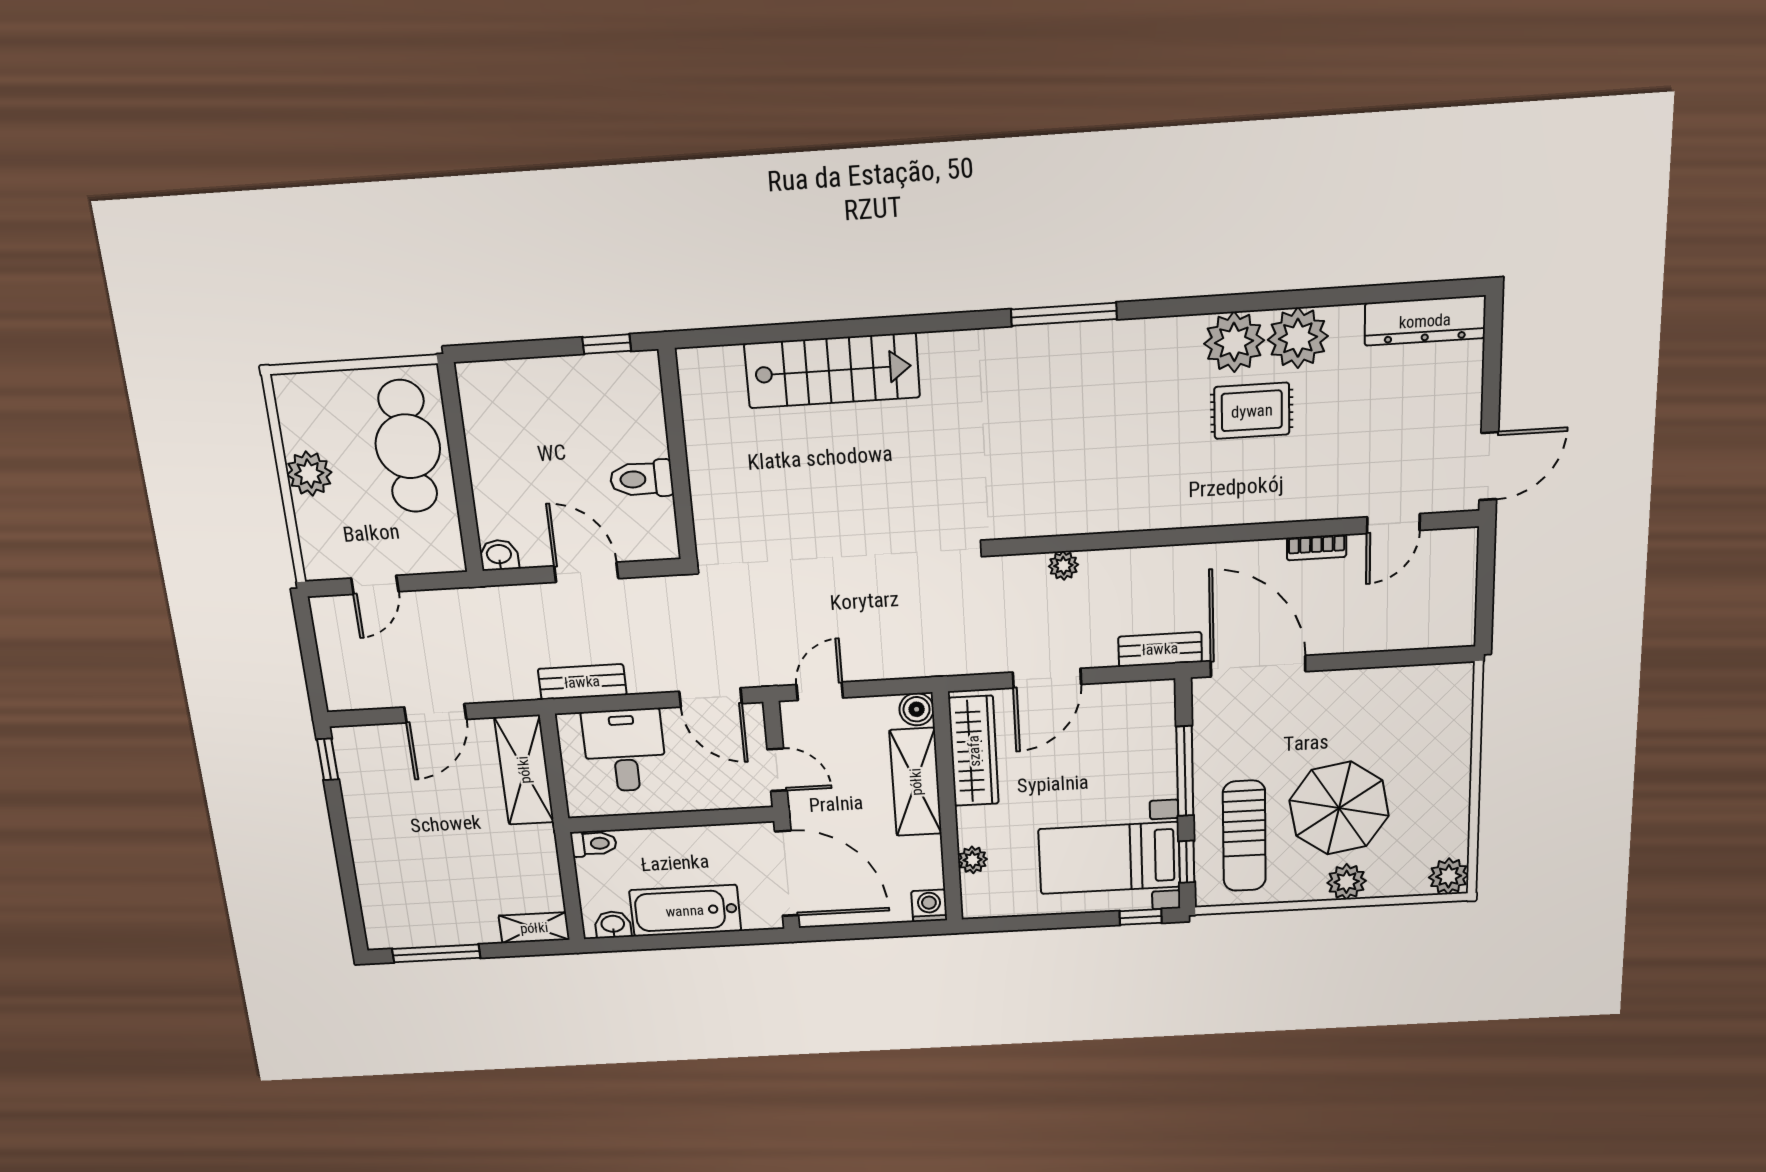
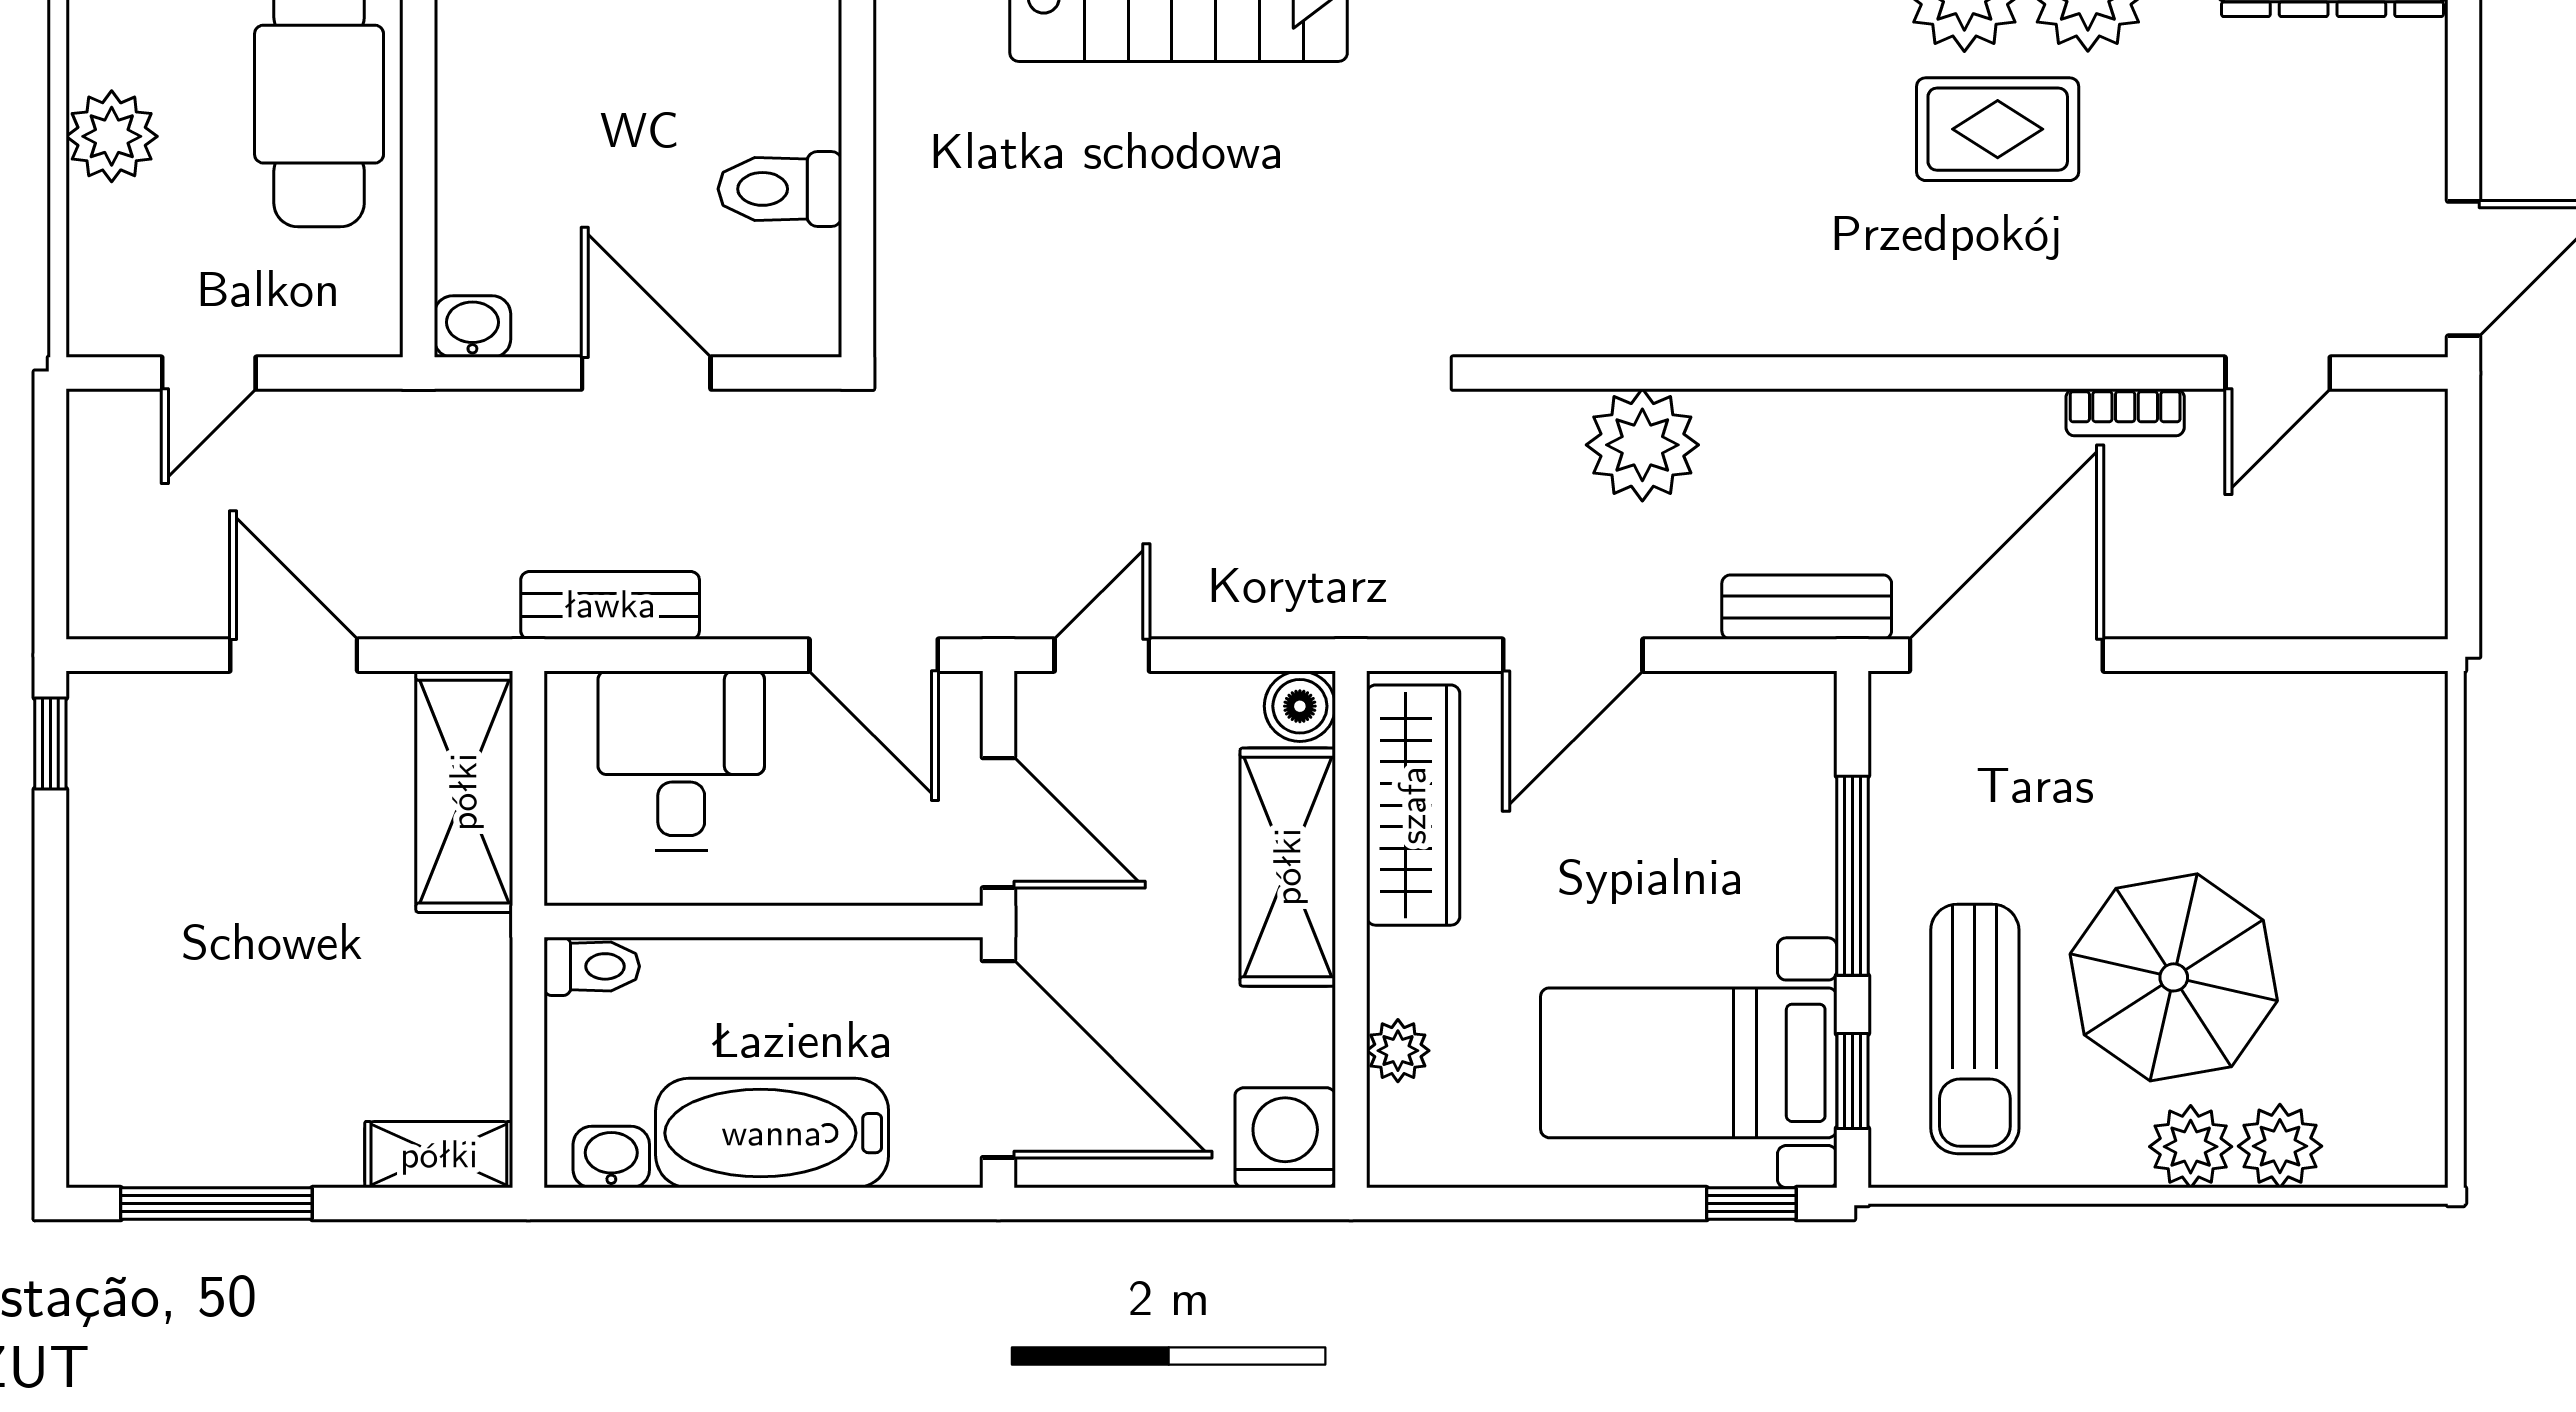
plant: (1063, 566) -> (1642, 445), width x1.88, depth x1.88
door: (1258, 666) -> (2006, 655), hinge flipped
door: (435, 713) -> (294, 655), swing flipped
door: (777, 770) -> (998, 823), width x1.37
plant: (1449, 876) -> (2280, 1146), moved
washing machine: (929, 906) -> (1285, 1138), width x1.38, depth x1.38

